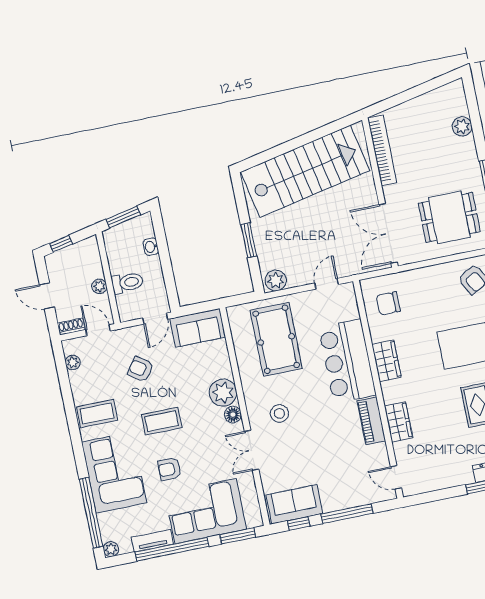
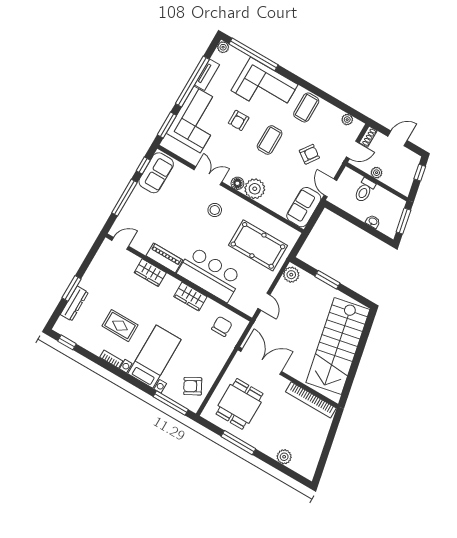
armchair: (170, 469) -> (239, 120), turned 180

